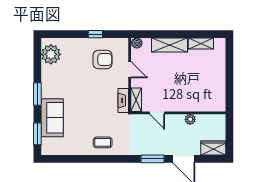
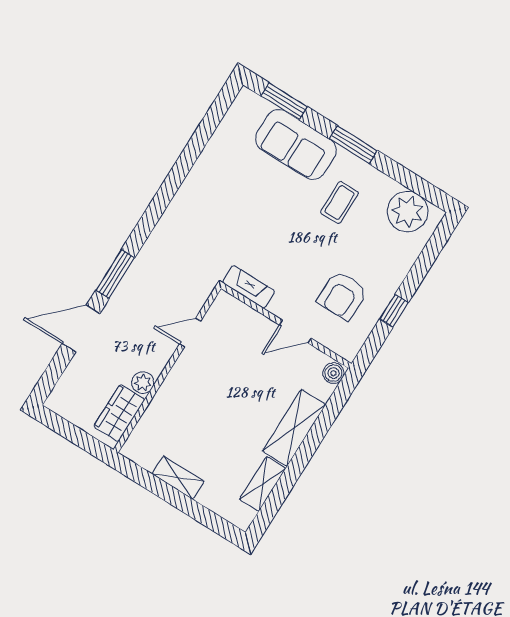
shelving: (136, 100) -> (178, 478), moved
coffee table: (103, 142) -> (339, 203), moved
wardrobe: (213, 148) -> (119, 413), moved, turned 180

